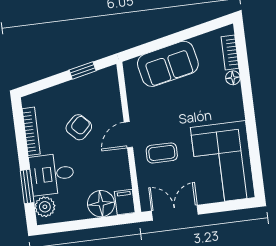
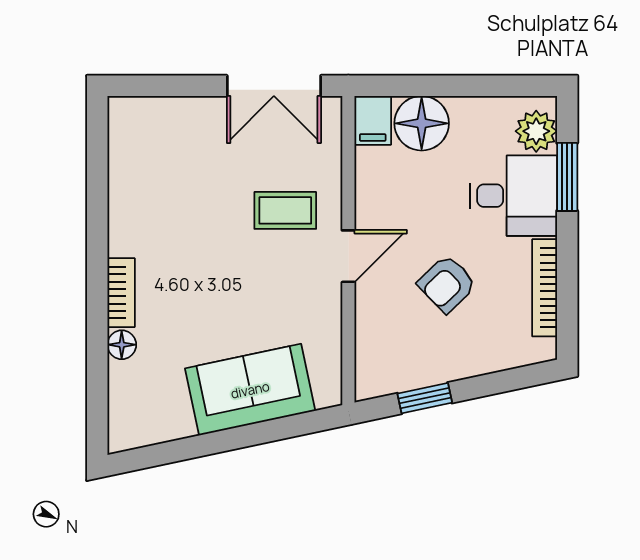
bookcase: (230, 52) -> (121, 293), moved
corner sofa: (223, 162) -> (164, 175), removed

